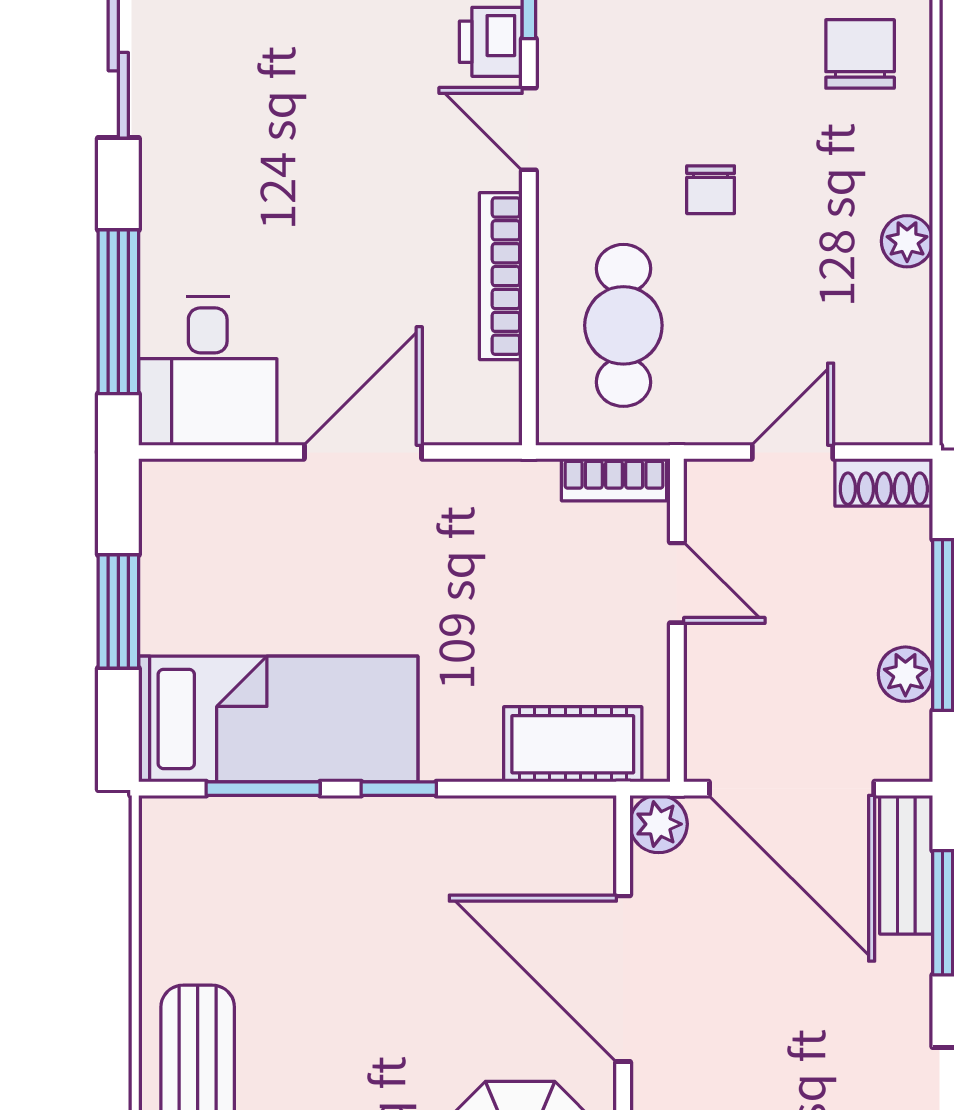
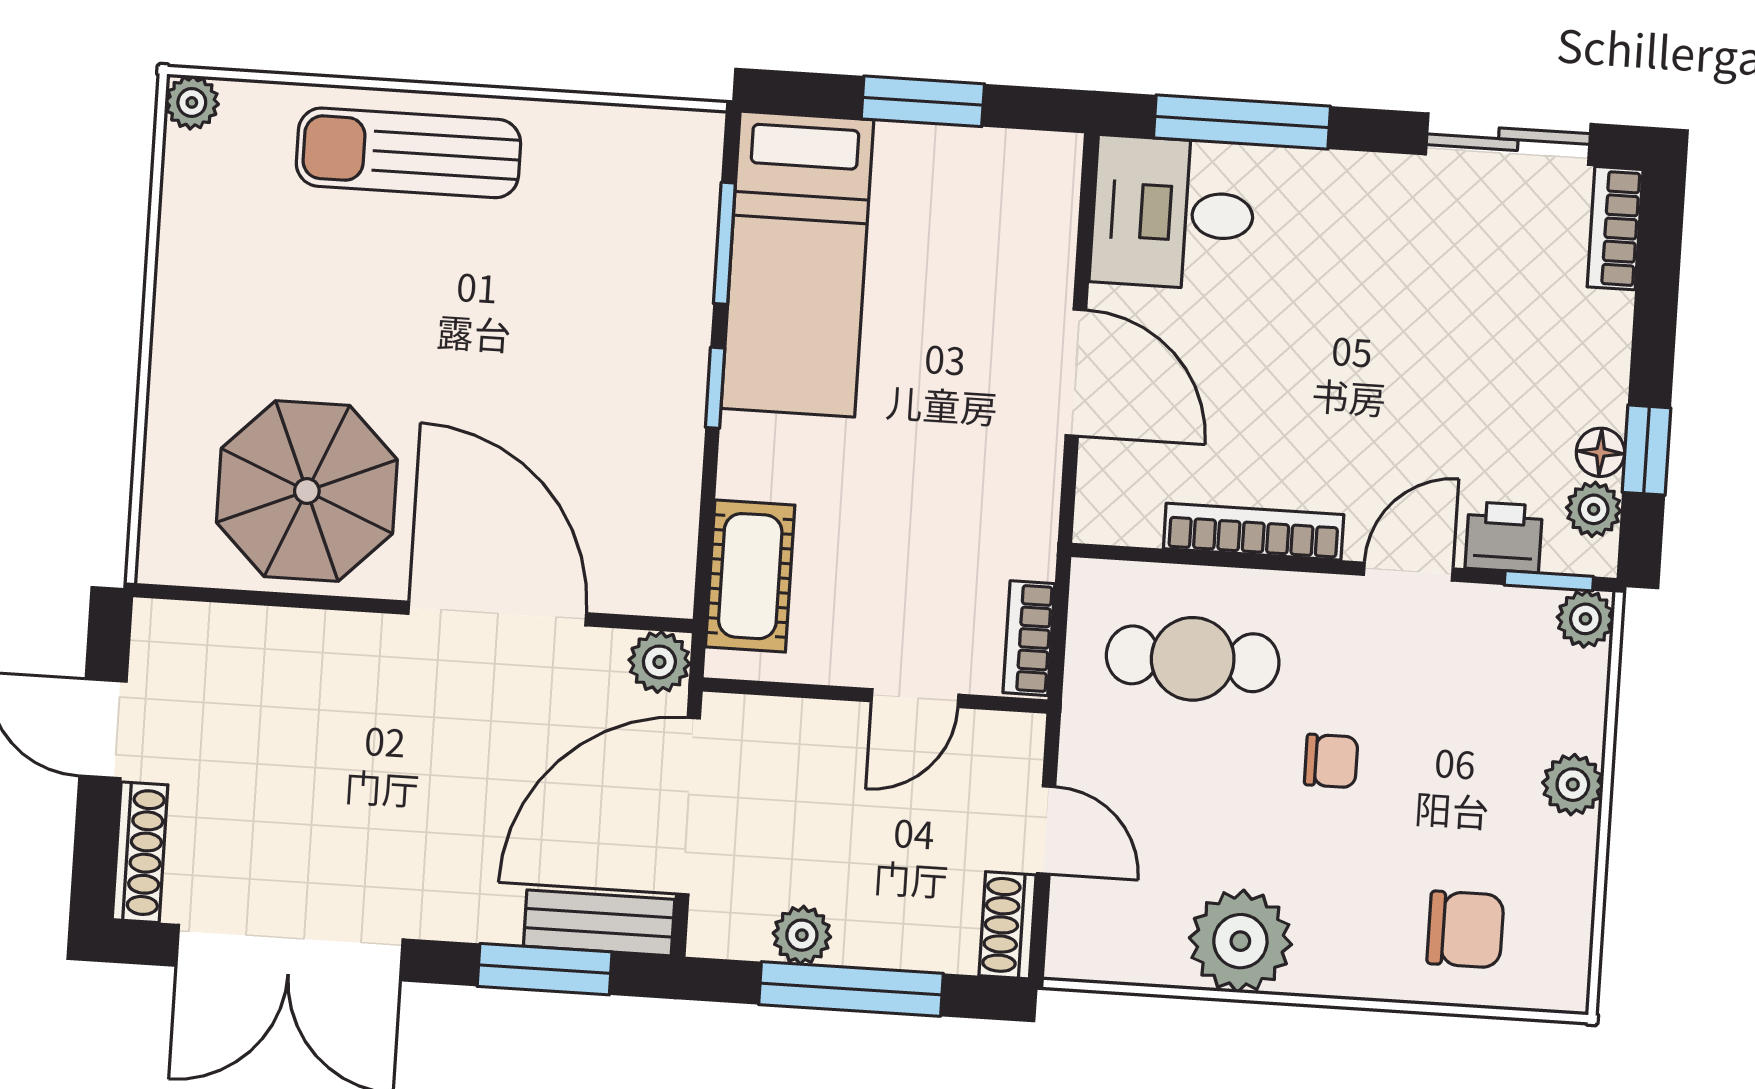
chair: (711, 190) -> (1331, 761), turned 180
plant: (907, 241) -> (1240, 941), width x1.87, depth x1.87
door: (623, 979) -> (497, 614), hinge flipped

